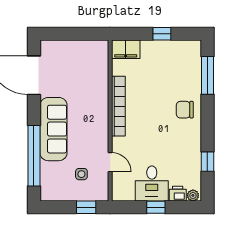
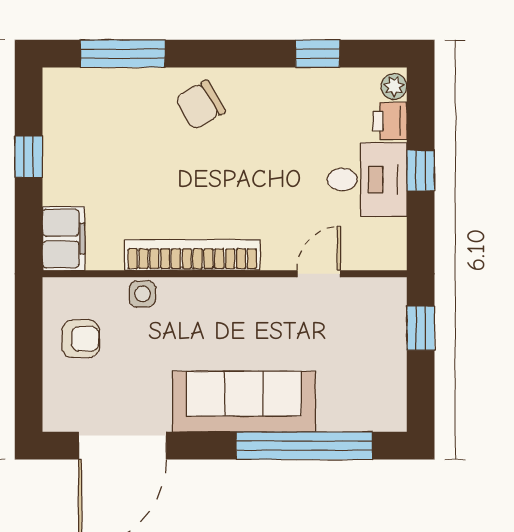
armchair: (81, 57) -> (81, 339), added
chair: (185, 110) -> (200, 105), turned 60
side table: (81, 174) -> (142, 294), moved

